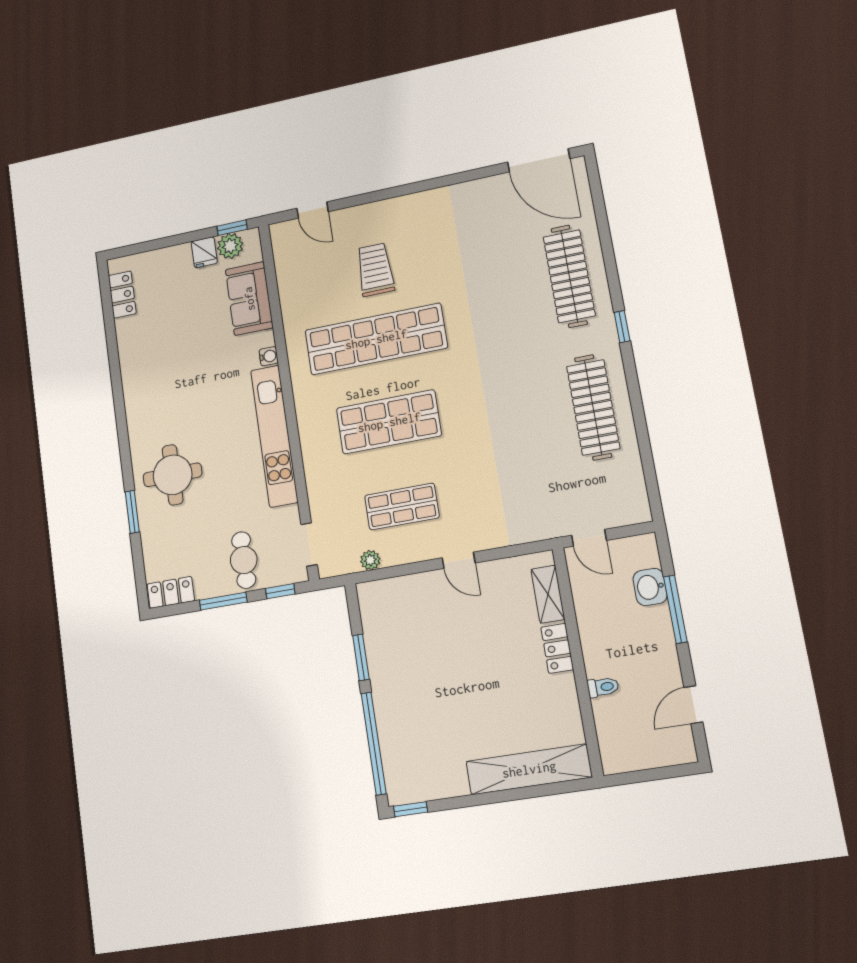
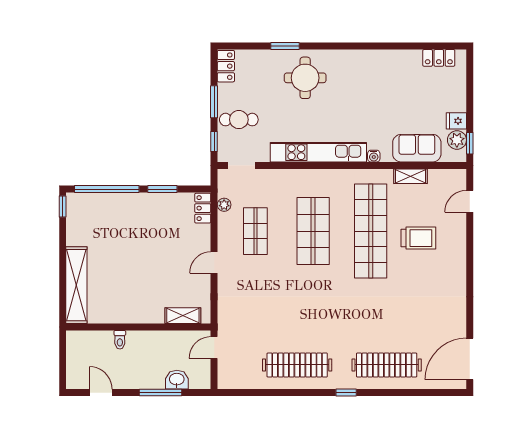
shelving: (290, 299) -> (411, 176), added
locker: (557, 648) -> (203, 208), moved, turned -90

